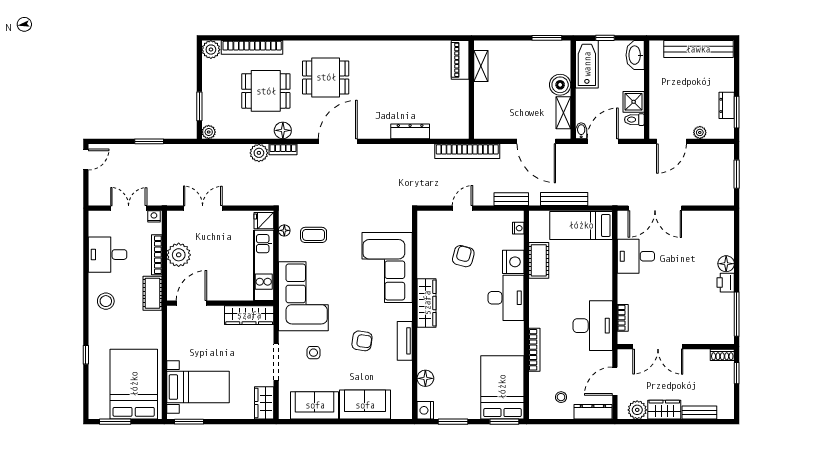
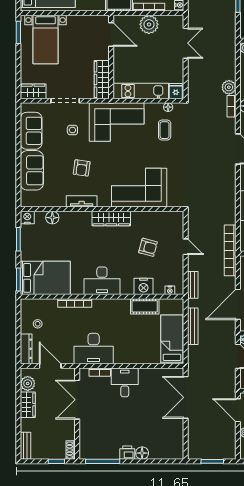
desk: (636, 256) -> (125, 382), moved
desk: (506, 298) -> (102, 281), moved
bench: (699, 413) -> (25, 446), moved

